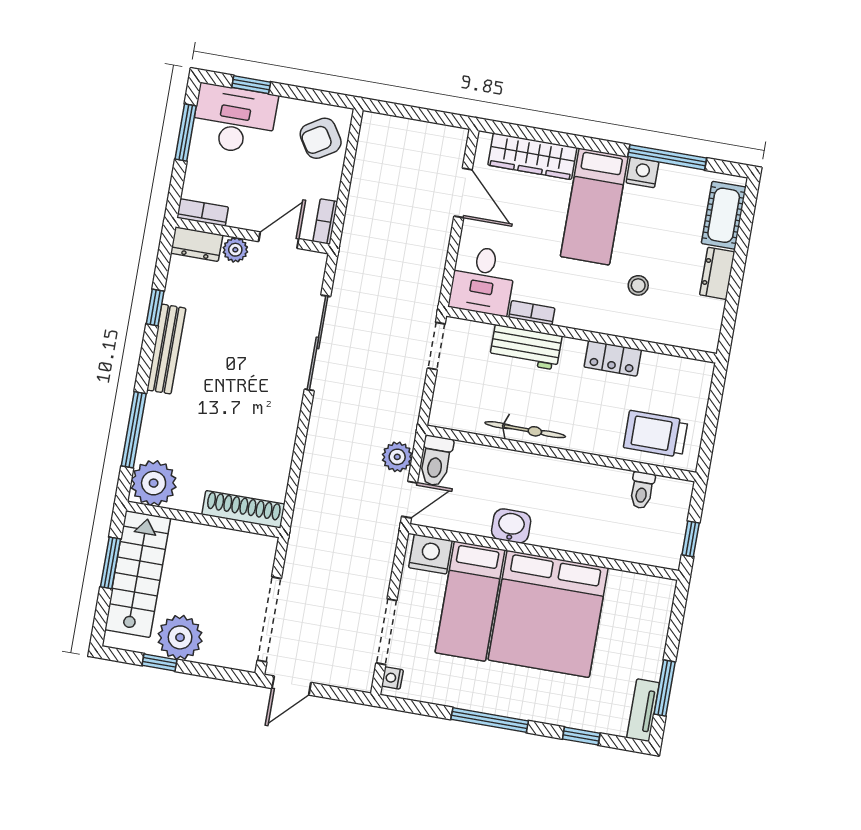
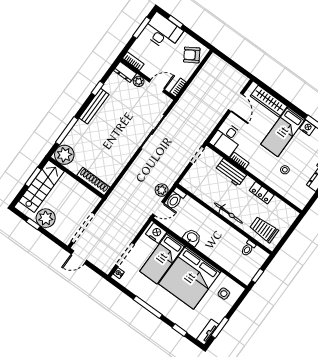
bicycle: (525, 430) -> (228, 213), moved
side table: (637, 612) -> (224, 294), added

